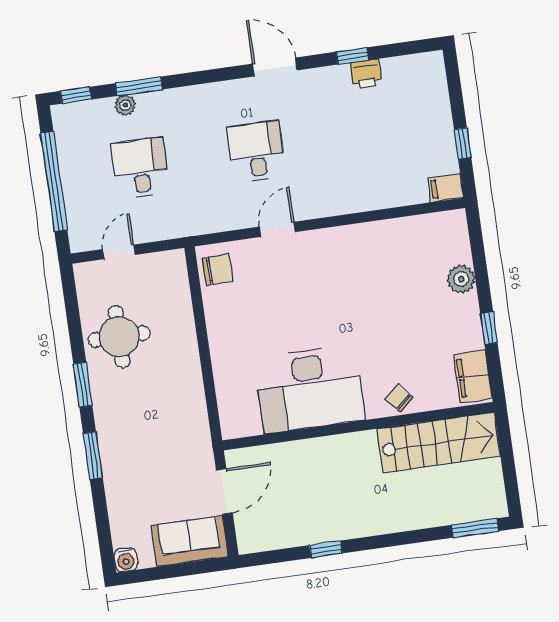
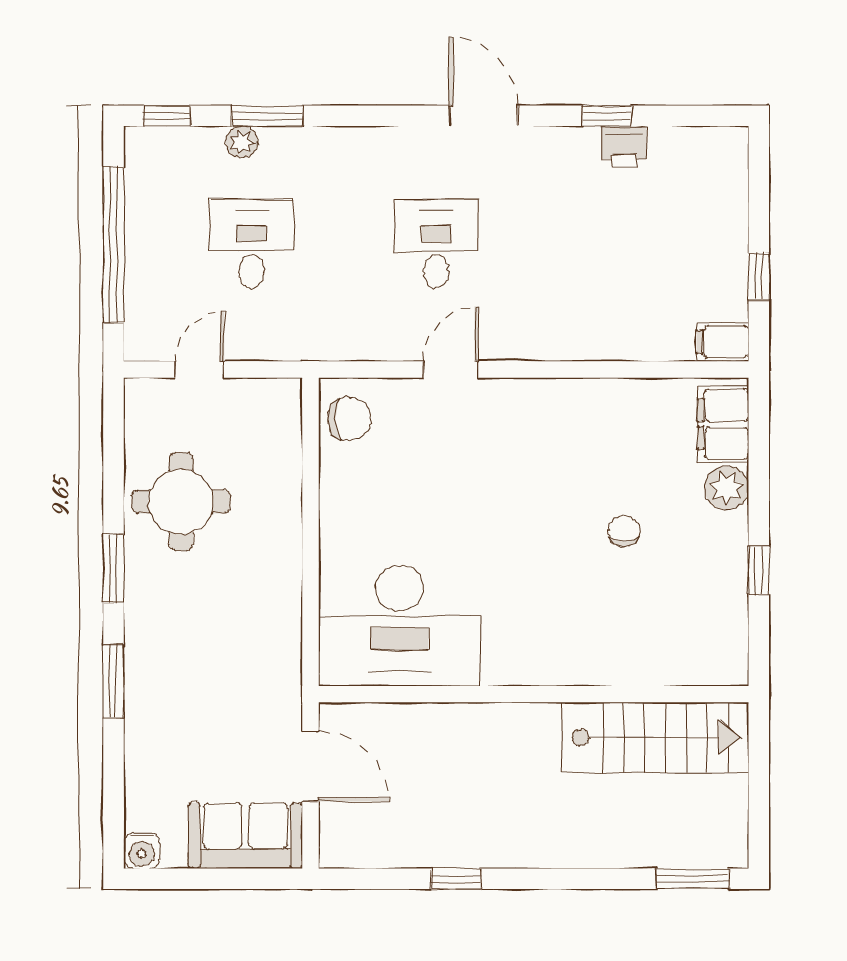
filing cabinet: (473, 376) -> (723, 424), moved
desk: (310, 389) -> (399, 625), moved
chair: (399, 398) -> (624, 531), moved, turned 40
door: (224, 492) -> (310, 766), hinge flipped

